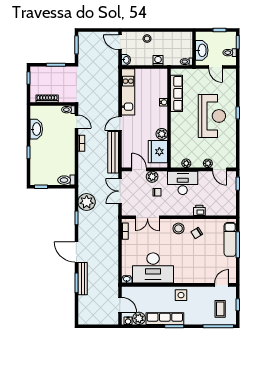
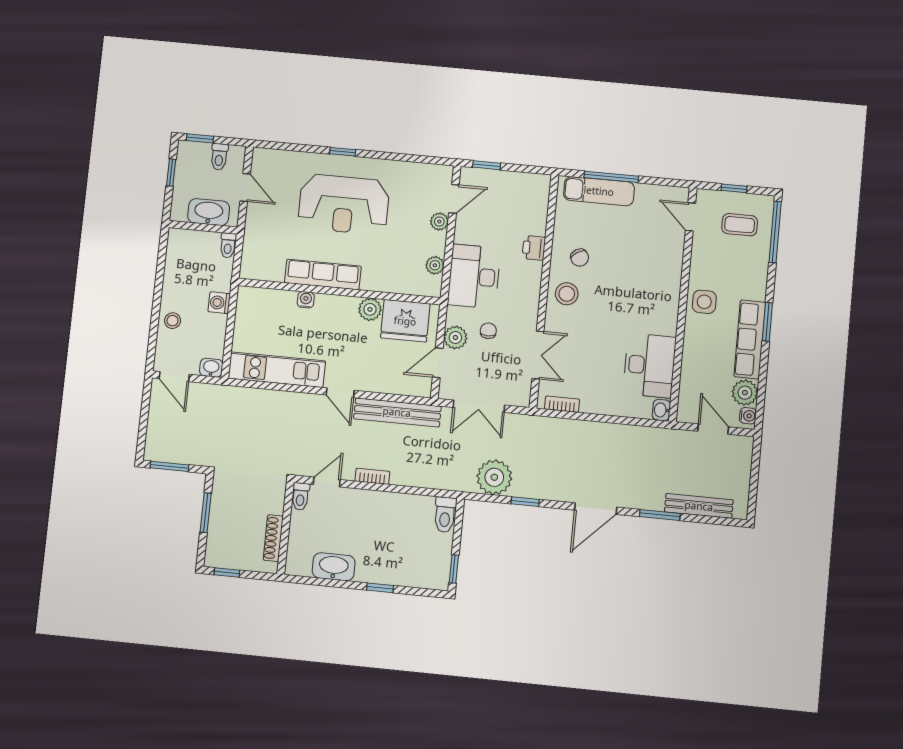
door: (120, 42) -> (174, 377), hinge flipped
door: (216, 67) -> (245, 187), hinge flipped
row of seats: (177, 93) -> (323, 275), moved
reception desk: (212, 116) -> (344, 204), turned 180
desk: (153, 268) -> (650, 365), width x0.73, depth x0.77
bench: (83, 279) -> (699, 506), moved
door: (120, 305) -> (713, 429), hinge flipped

